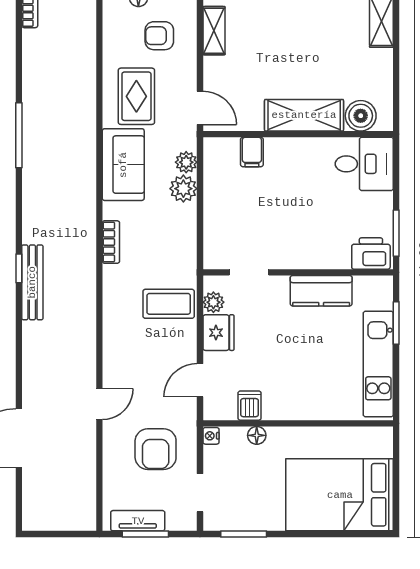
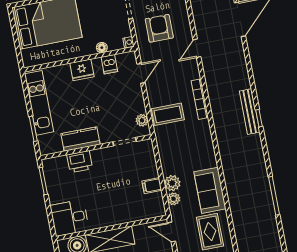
filing cabinet: (252, 152) -> (152, 186), moved, turned -90
bookcase: (111, 242) -> (200, 99), moved, width x1.56
printer: (371, 254) -> (80, 162), moved
fridge: (218, 333) -> (82, 70), moved, turned -90

